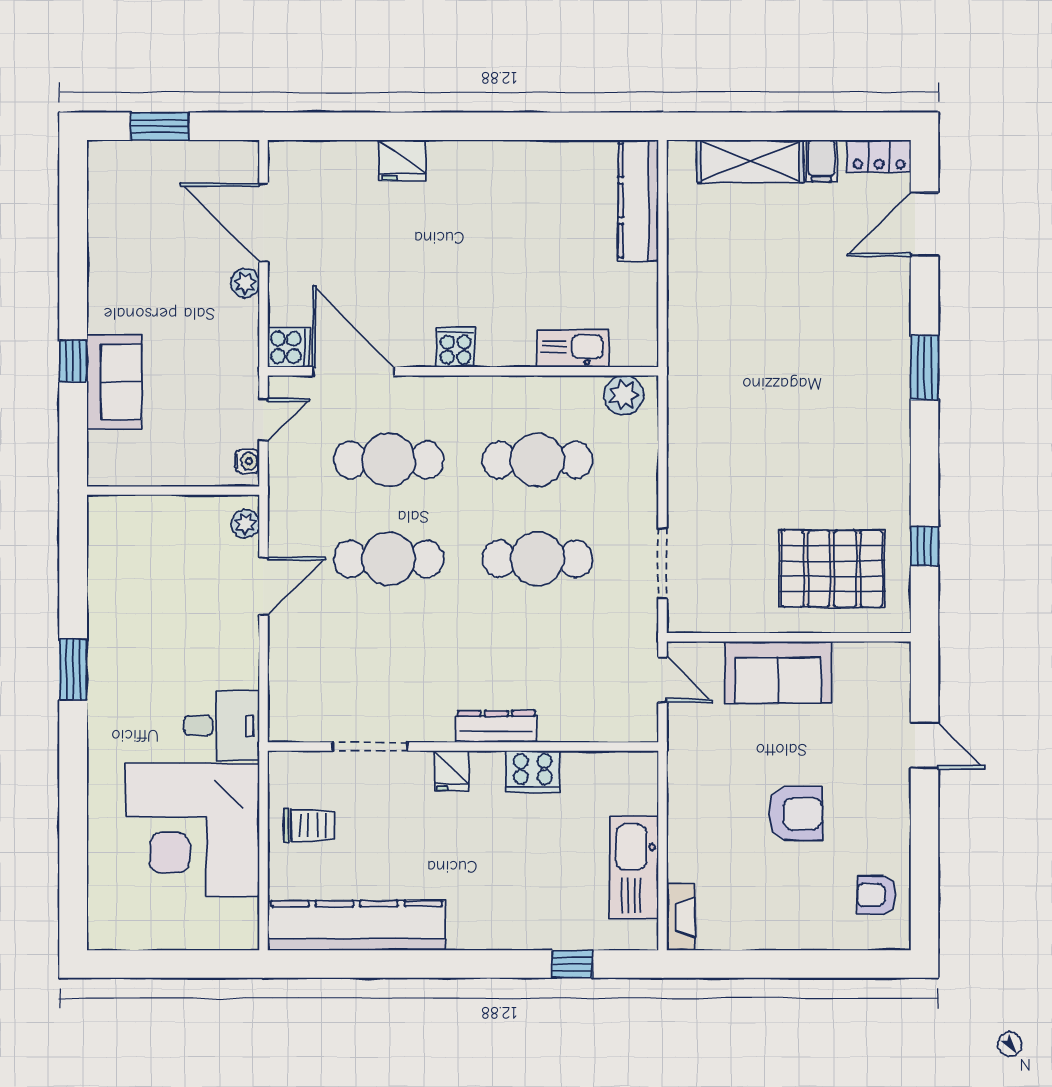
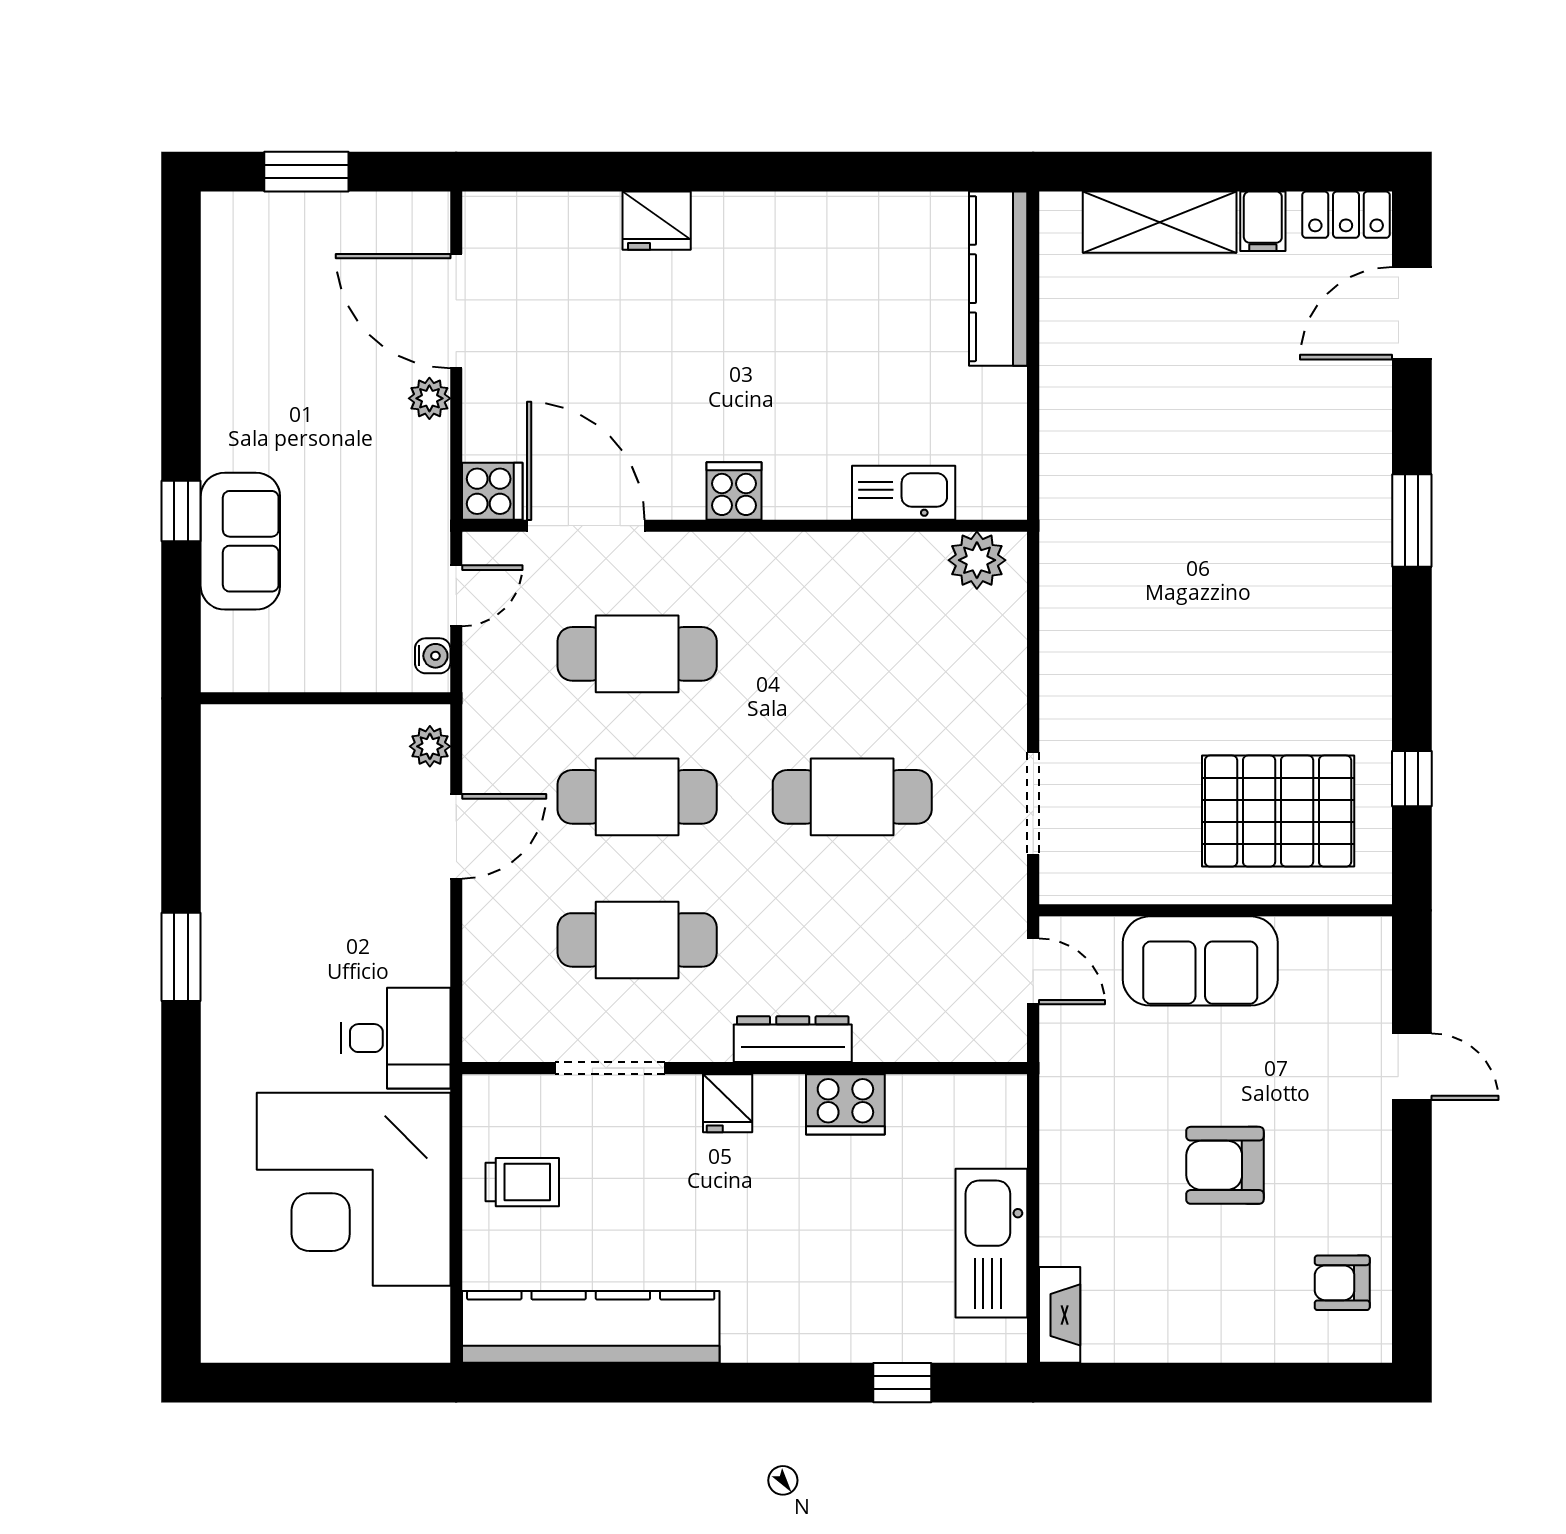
cafe table: (537, 460) -> (637, 940), moved
armchair: (795, 814) -> (1225, 1165), turned 180

